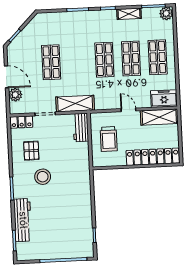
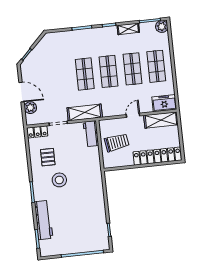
shop shelf: (51, 62) -> (85, 74), moved
door: (128, 110) -> (133, 115), hinge flipped
trolley: (109, 139) -> (117, 143), turned -99

